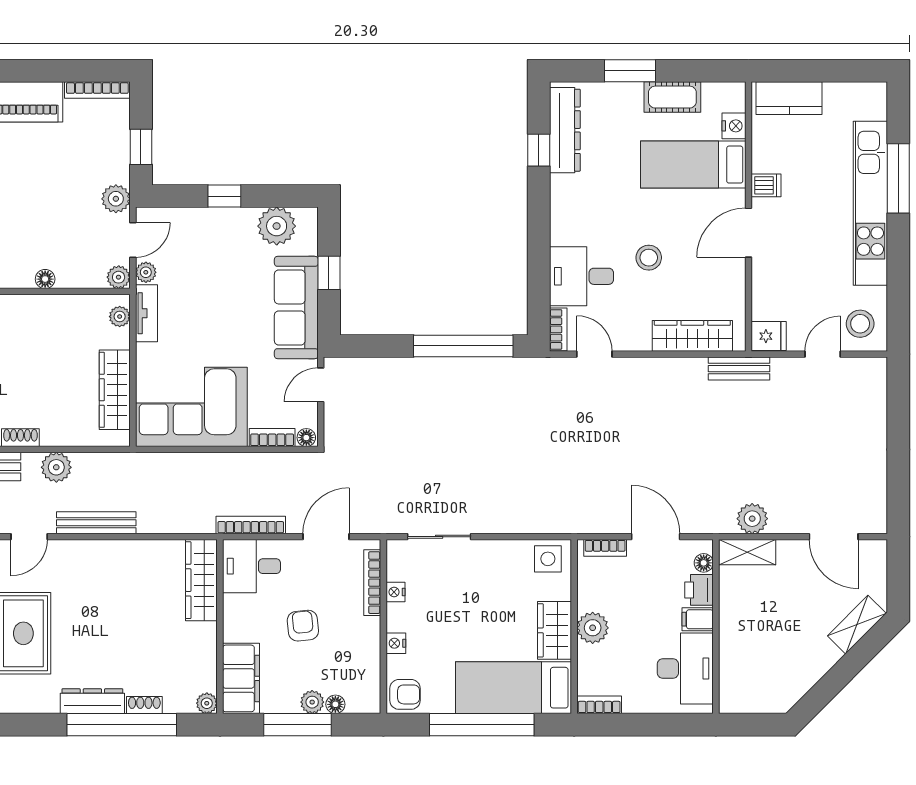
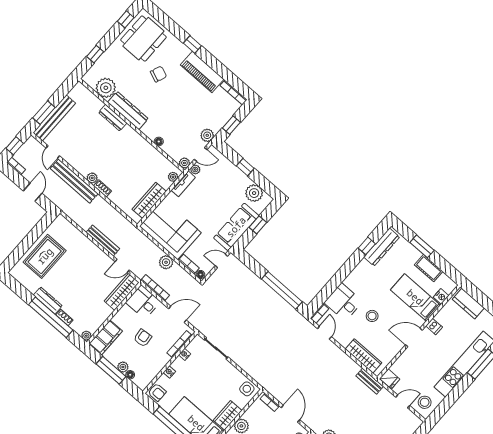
plant: (56, 467) -> (166, 262), moved
door: (29, 537) -> (122, 266), moved

